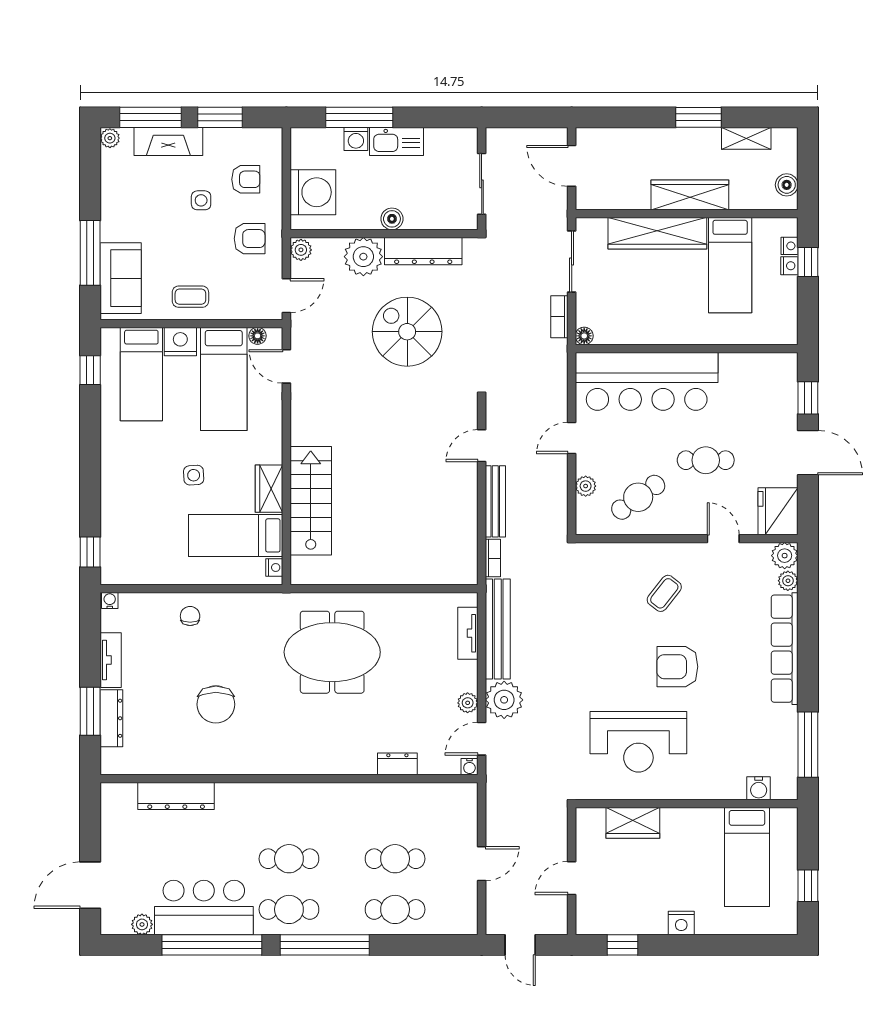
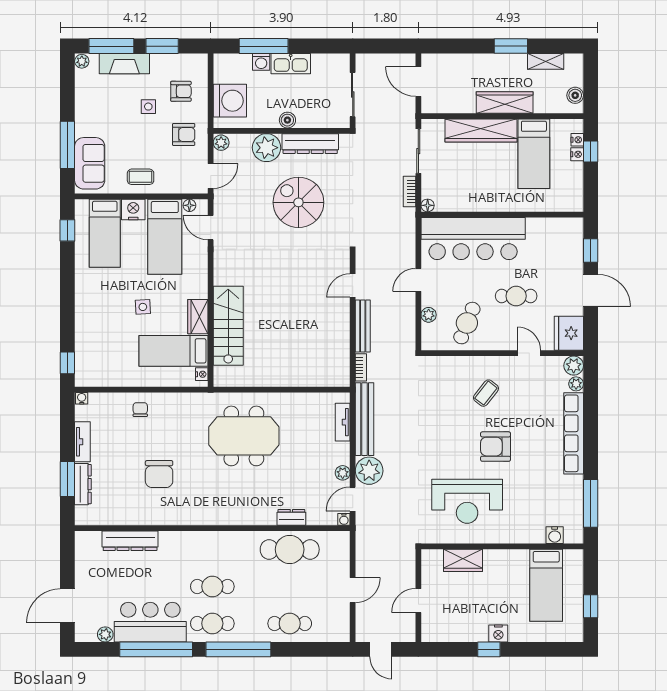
cafe table: (638, 497) -> (467, 323), turned -32
cafe table: (395, 859) -> (290, 549), moved, width x1.37, depth x1.35
window: (622, 945) -> (489, 649), moved

